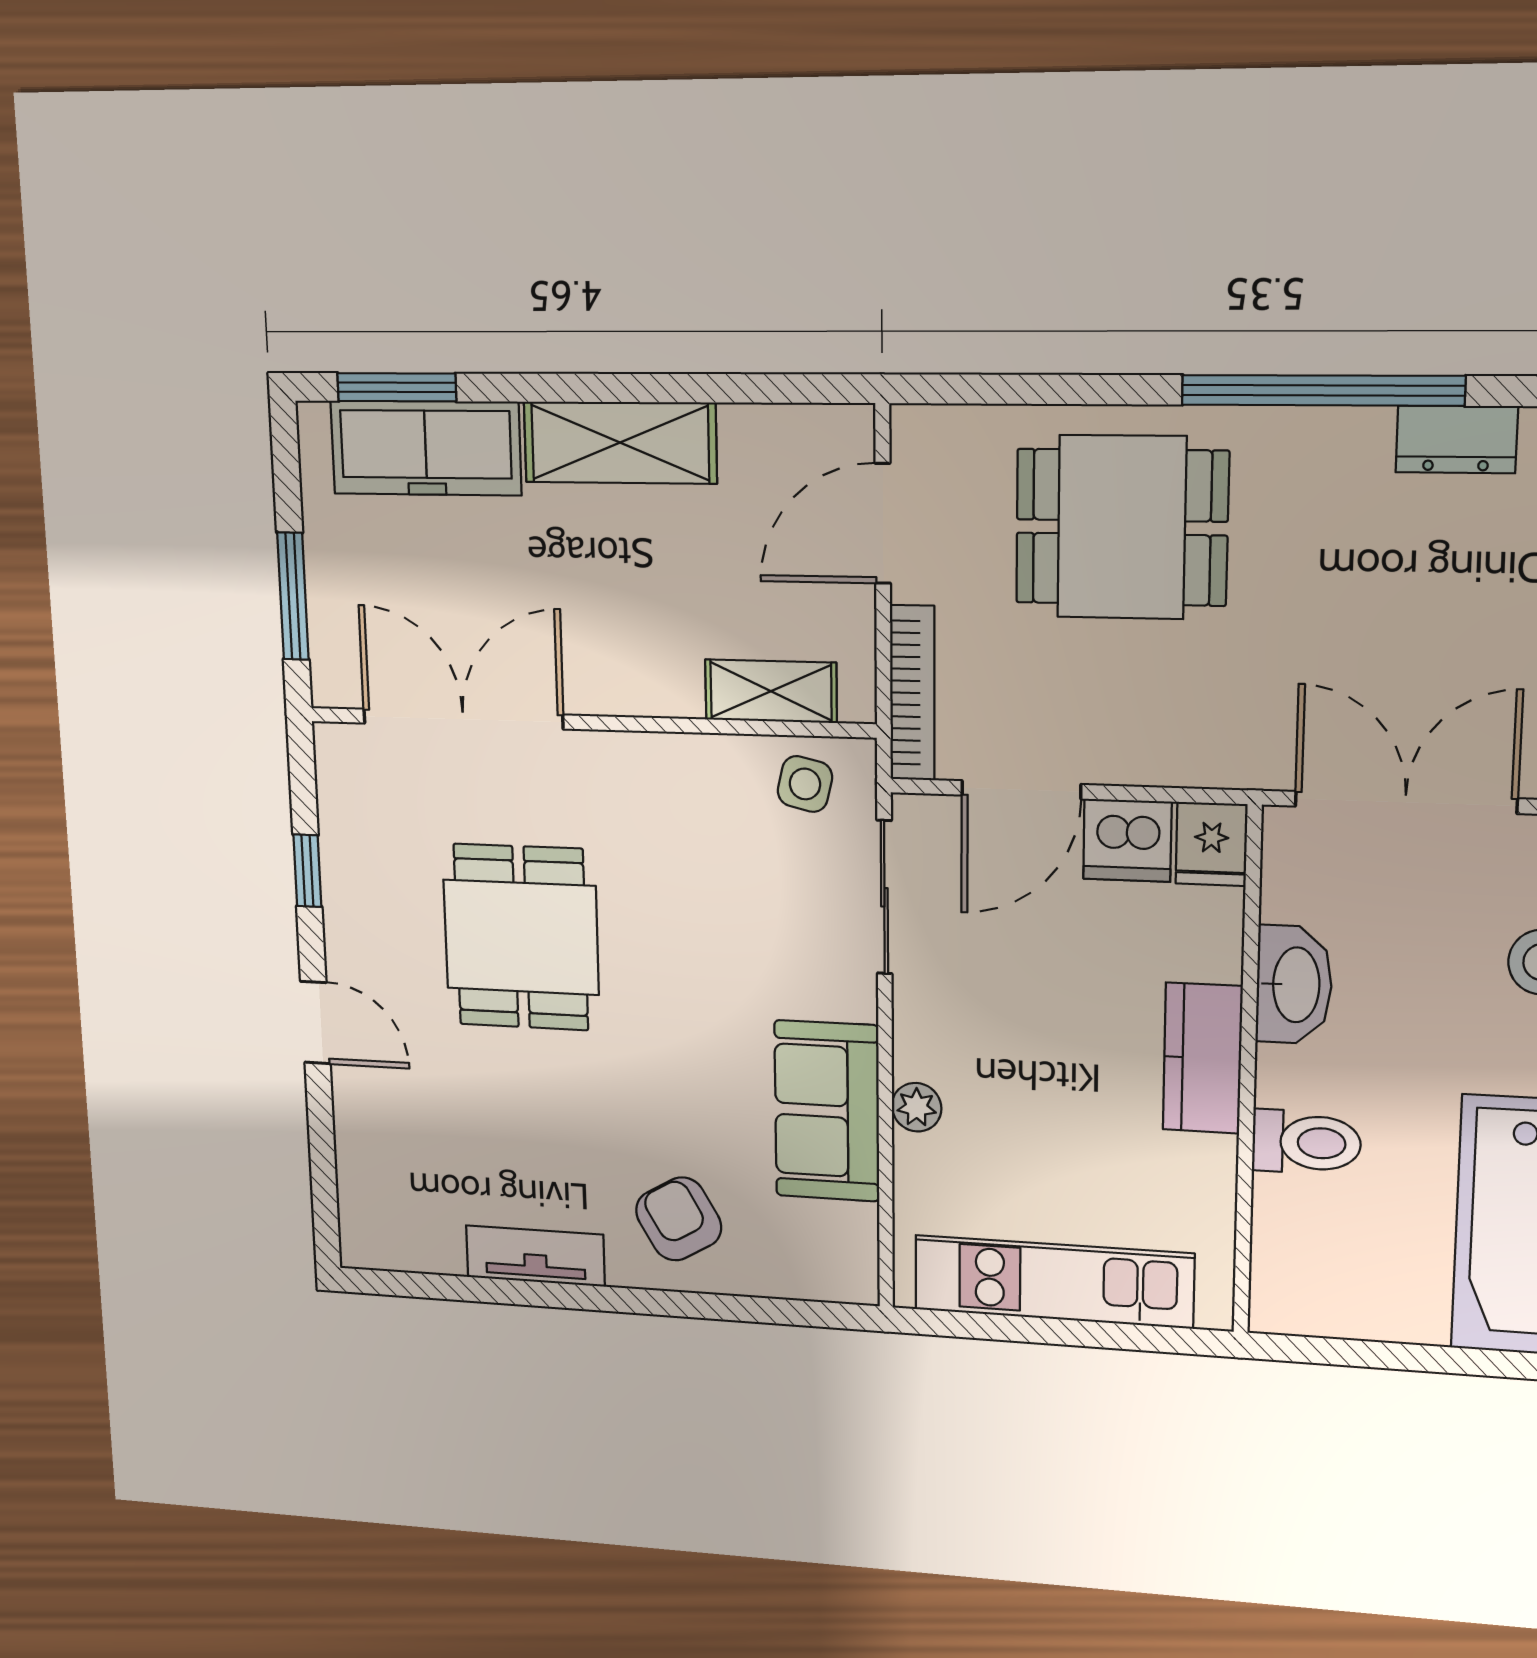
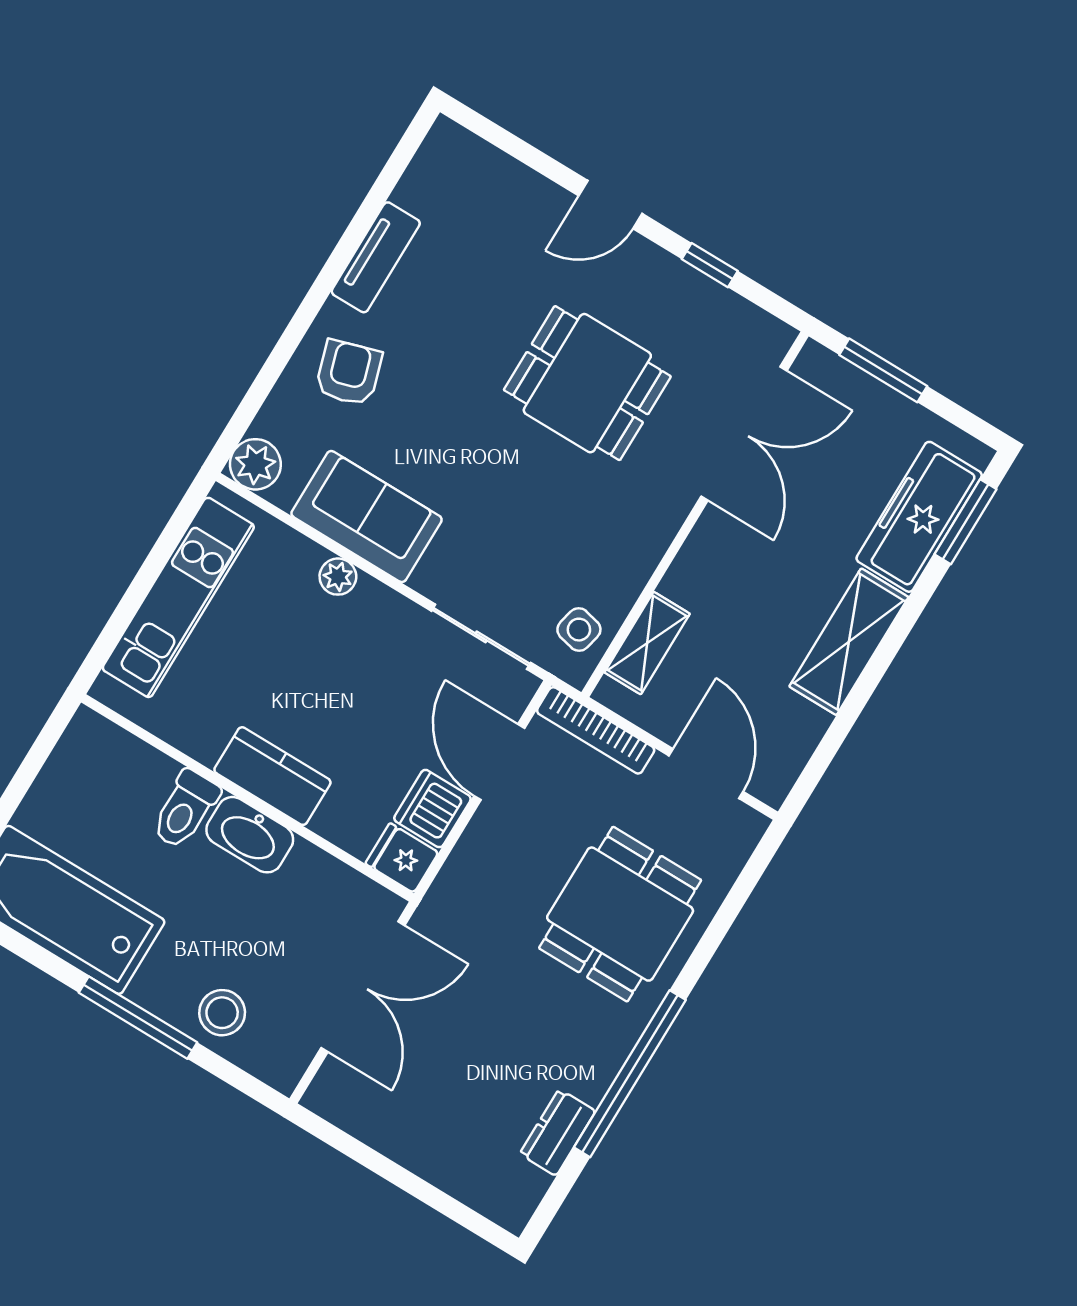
washbasin: (1294, 985) -> (250, 835), moved
armchair: (679, 1219) -> (349, 373), turned -77
plant: (846, 1272) -> (255, 464), added

